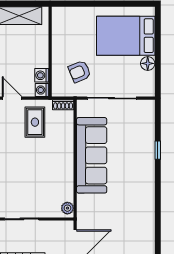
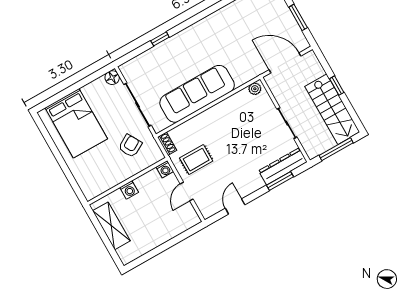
floor lamp: (148, 63) -> (112, 78), moved
armchair: (80, 71) -> (130, 146), turned -97
washing machine: (42, 75) -> (129, 190), moved

